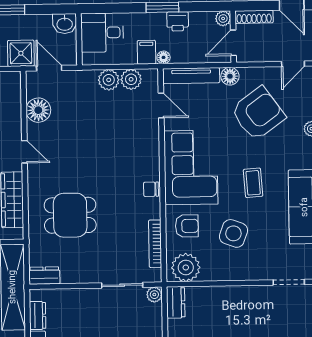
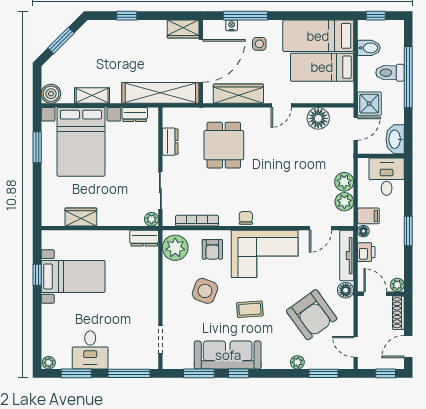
printer: (178, 21) -> (366, 252), moved, turned 180
washbasin: (65, 24) -> (395, 139), width x1.38
dresser: (44, 276) -> (170, 142), moved

